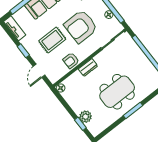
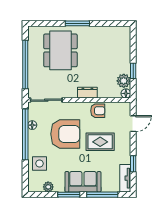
window: (23, 51) -> (133, 164), moved
dining table: (117, 92) -> (60, 50), moved, turned 90
plant: (85, 117) -> (124, 81), moved
window: (80, 124) -> (133, 71), moved

